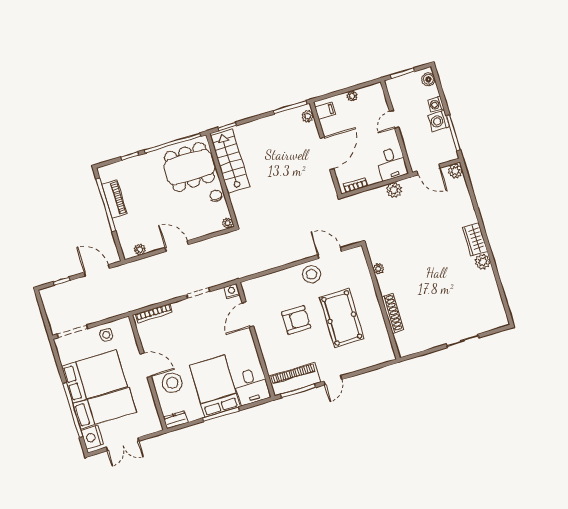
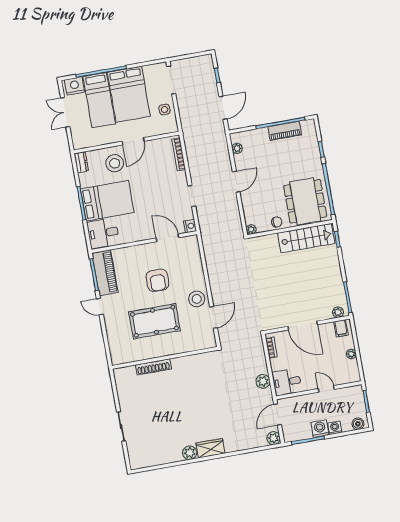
plant: (378, 269) -> (194, 359), removed

